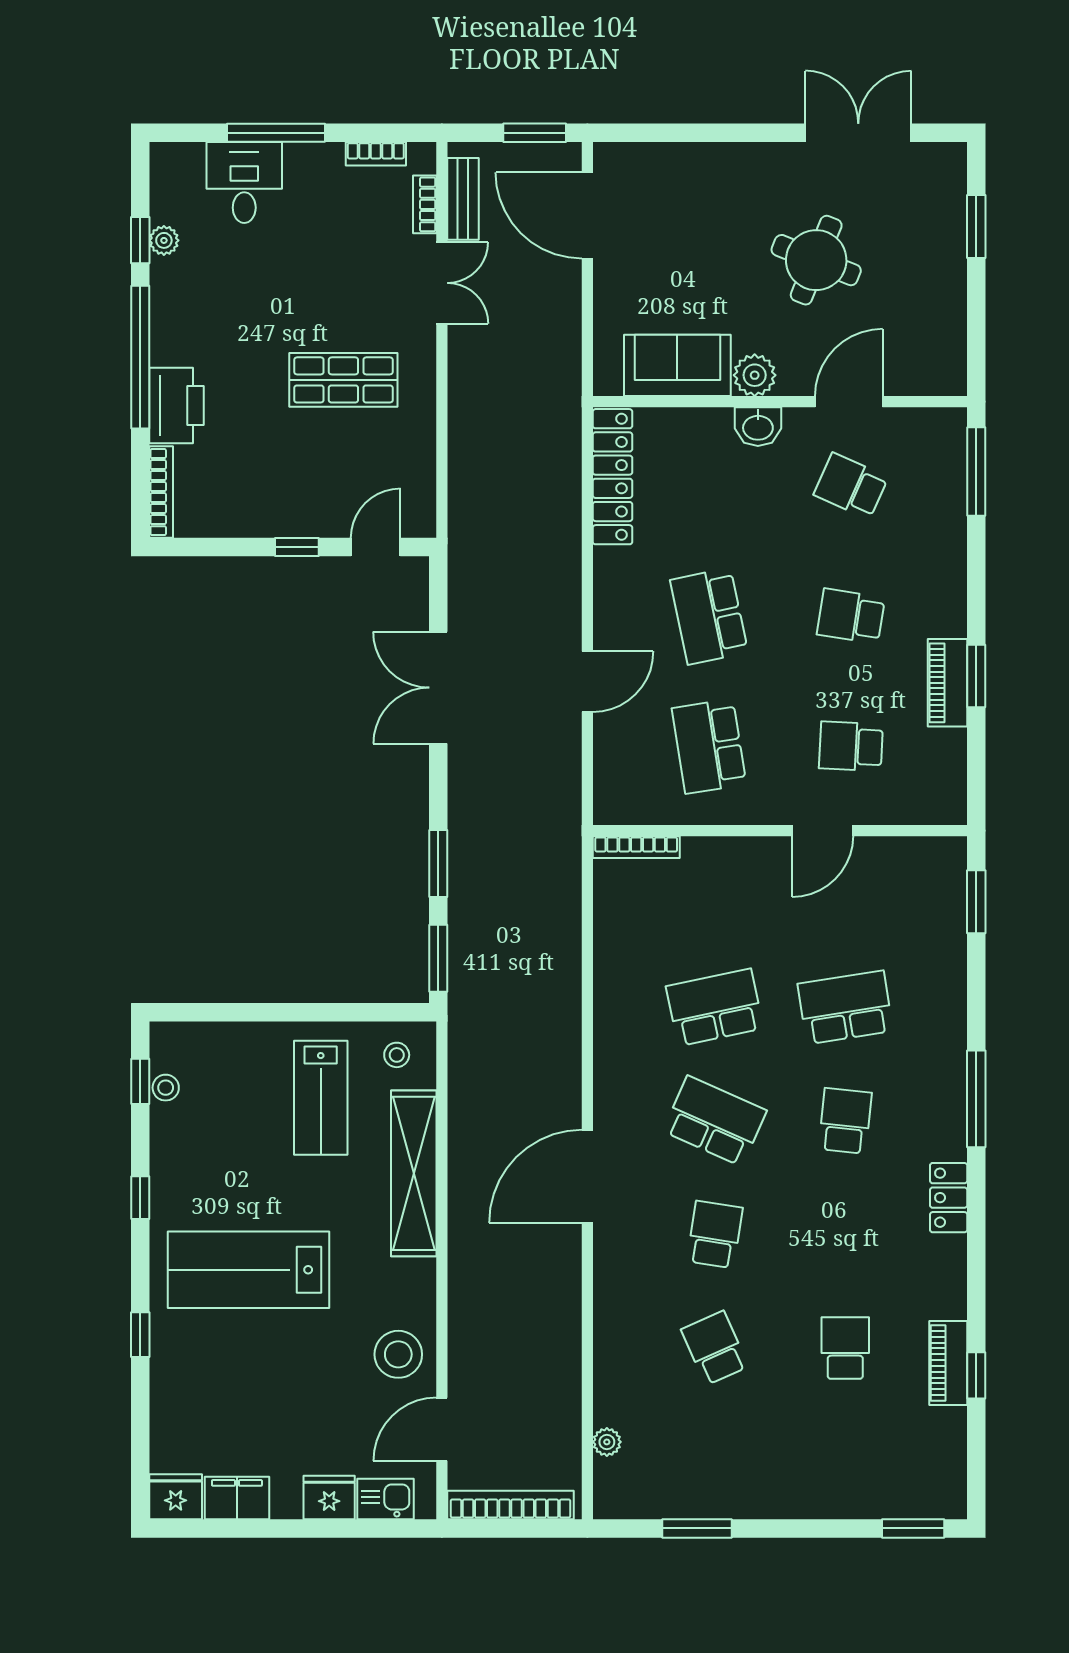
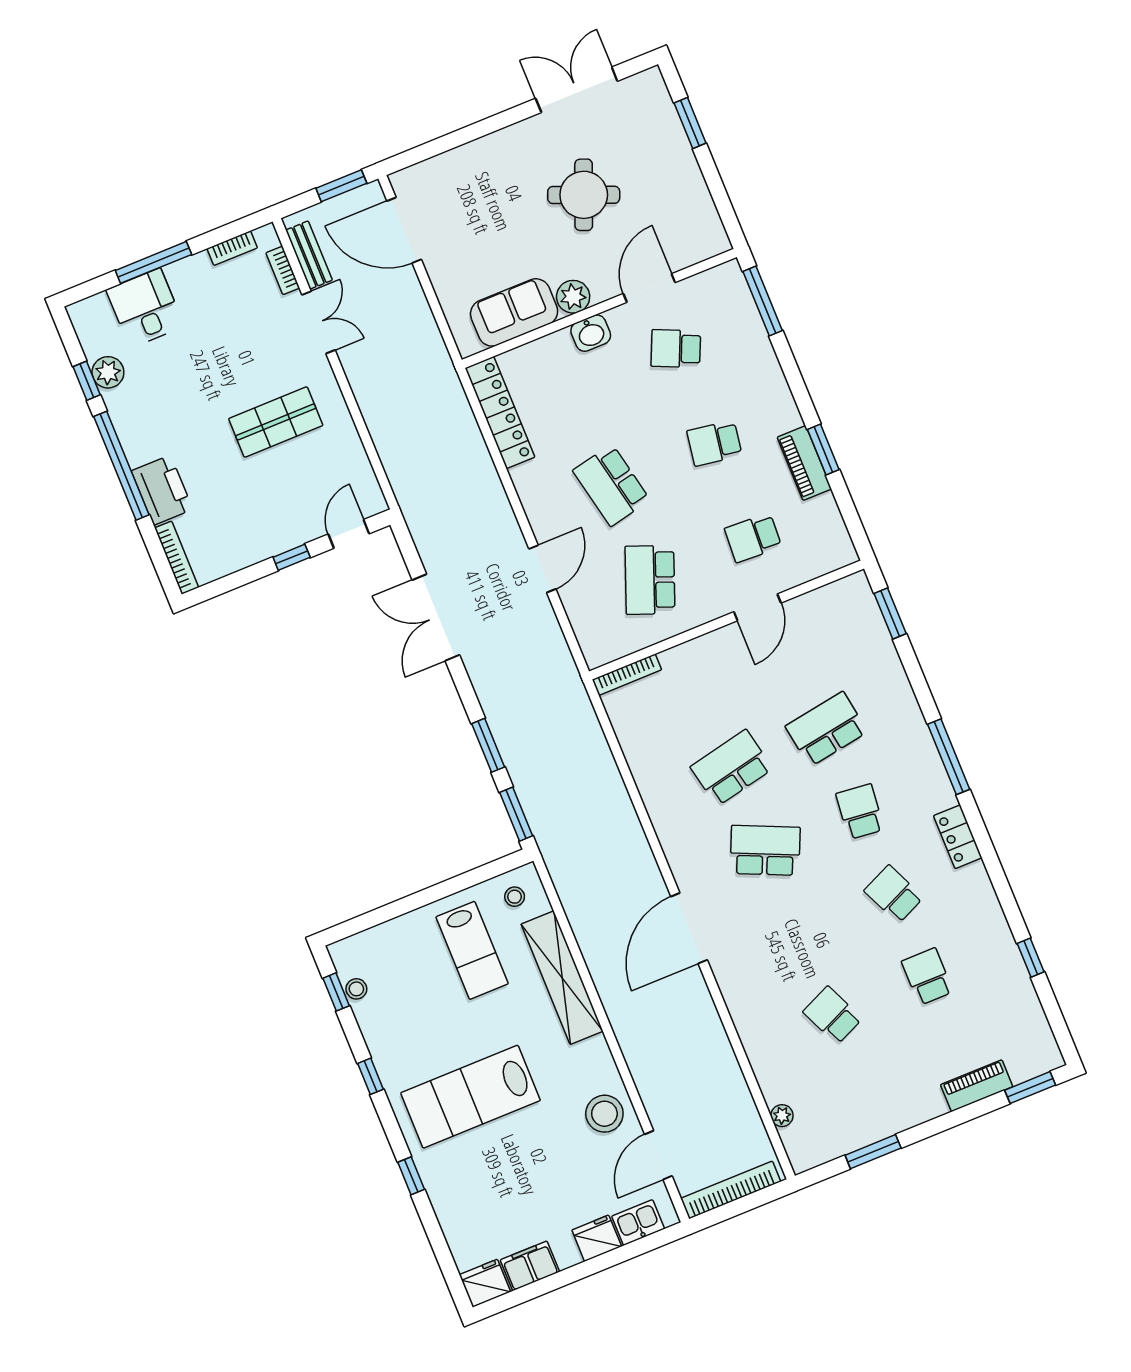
plant: (164, 240) -> (108, 372), width x1.38, depth x1.38
school desk: (709, 746) -> (650, 580), turned 30
school desk: (715, 1235) -> (894, 894), moved, turned -33
piano: (948, 1363) -> (977, 1086), moved, turned 90

